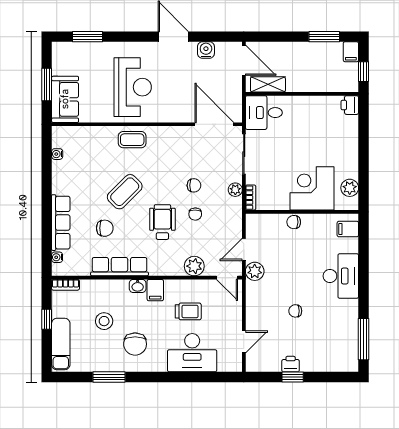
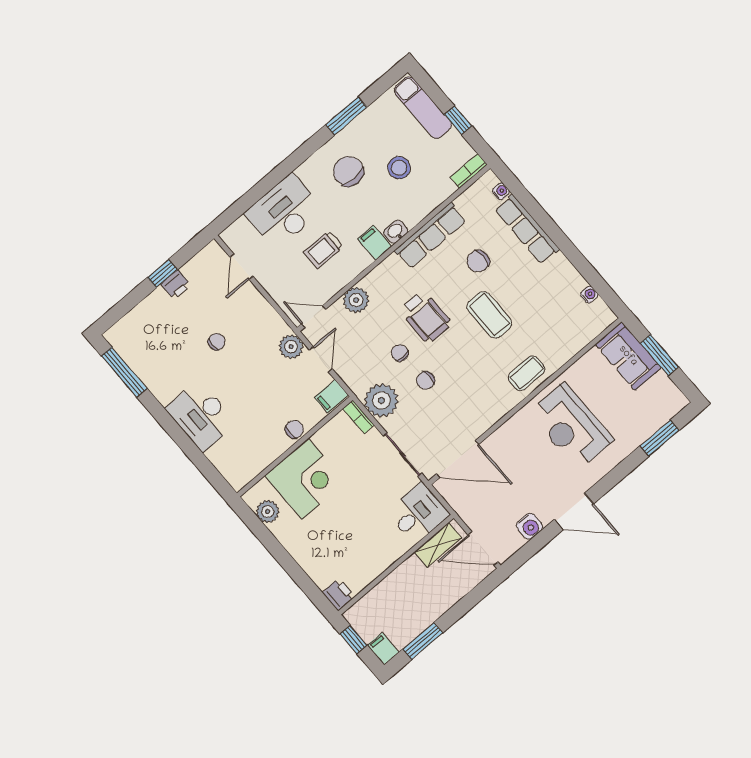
plant: (235, 190) -> (381, 400), width x1.88, depth x1.88
coffee table: (125, 192) -> (489, 315), turned -45
filing cabinet: (348, 229) -> (331, 396), moved, turned 180

